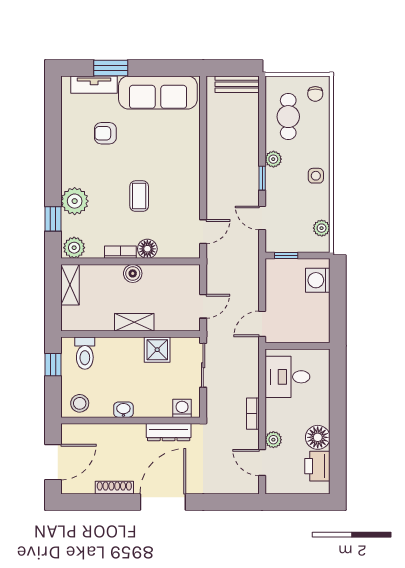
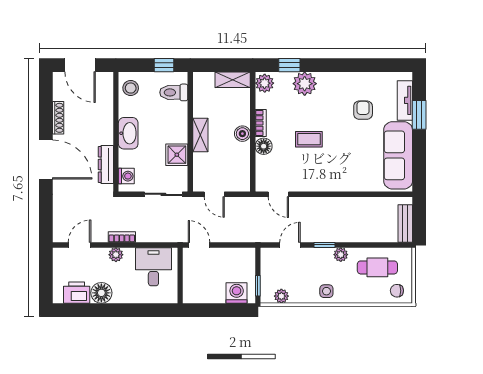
window: (286, 255) -> (258, 286), moved
washbasin: (123, 410) -> (128, 133), width x1.91, depth x1.45
plant: (273, 440) -> (116, 255), moved

